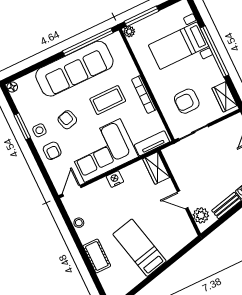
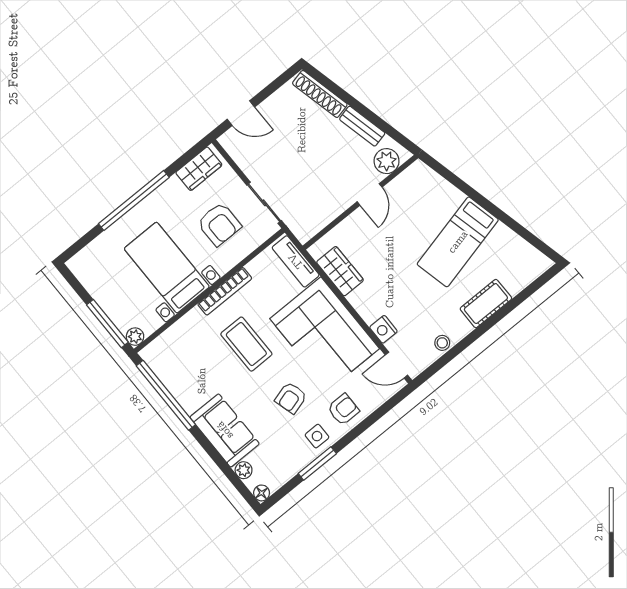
bed with nightstands: (179, 46) -> (167, 268), moved, turned 180
sofa: (74, 69) -> (225, 430), width x0.54, depth x0.79
plant: (29, 79) -> (244, 470), added
wardrobe: (156, 168) -> (340, 271), moved, turned -90
nightstand: (115, 179) -> (383, 329), moved

